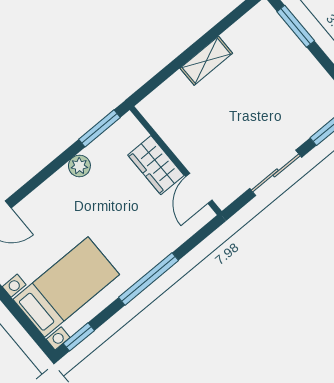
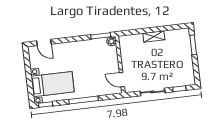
wardrobe: (156, 165) -> (112, 62), removed
plant: (79, 166) -> (111, 41), moved
door: (199, 188) -> (122, 80), hinge flipped

